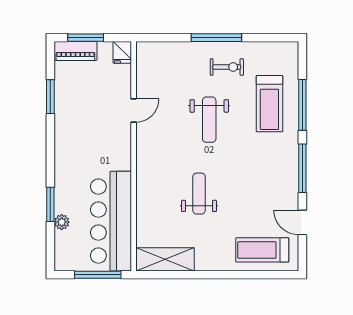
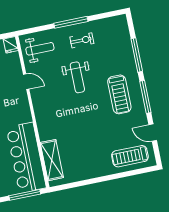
treadmill: (269, 104) -> (119, 94), moved
door: (134, 111) -> (26, 82), hinge flipped
weight bench: (199, 194) -> (40, 49), moved, turned 90
shelving: (165, 259) -> (52, 160), moved, turned 90

